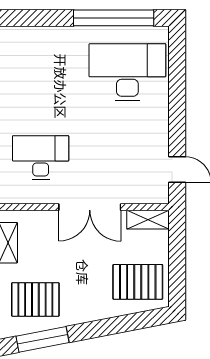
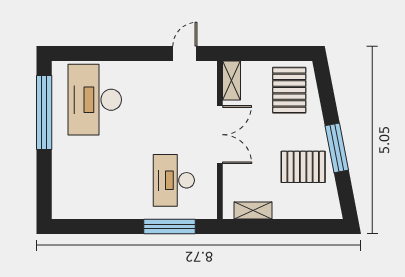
pallet: (35, 299) -> (303, 167), moved, turned 90
window: (42, 339) -> (337, 148), moved

